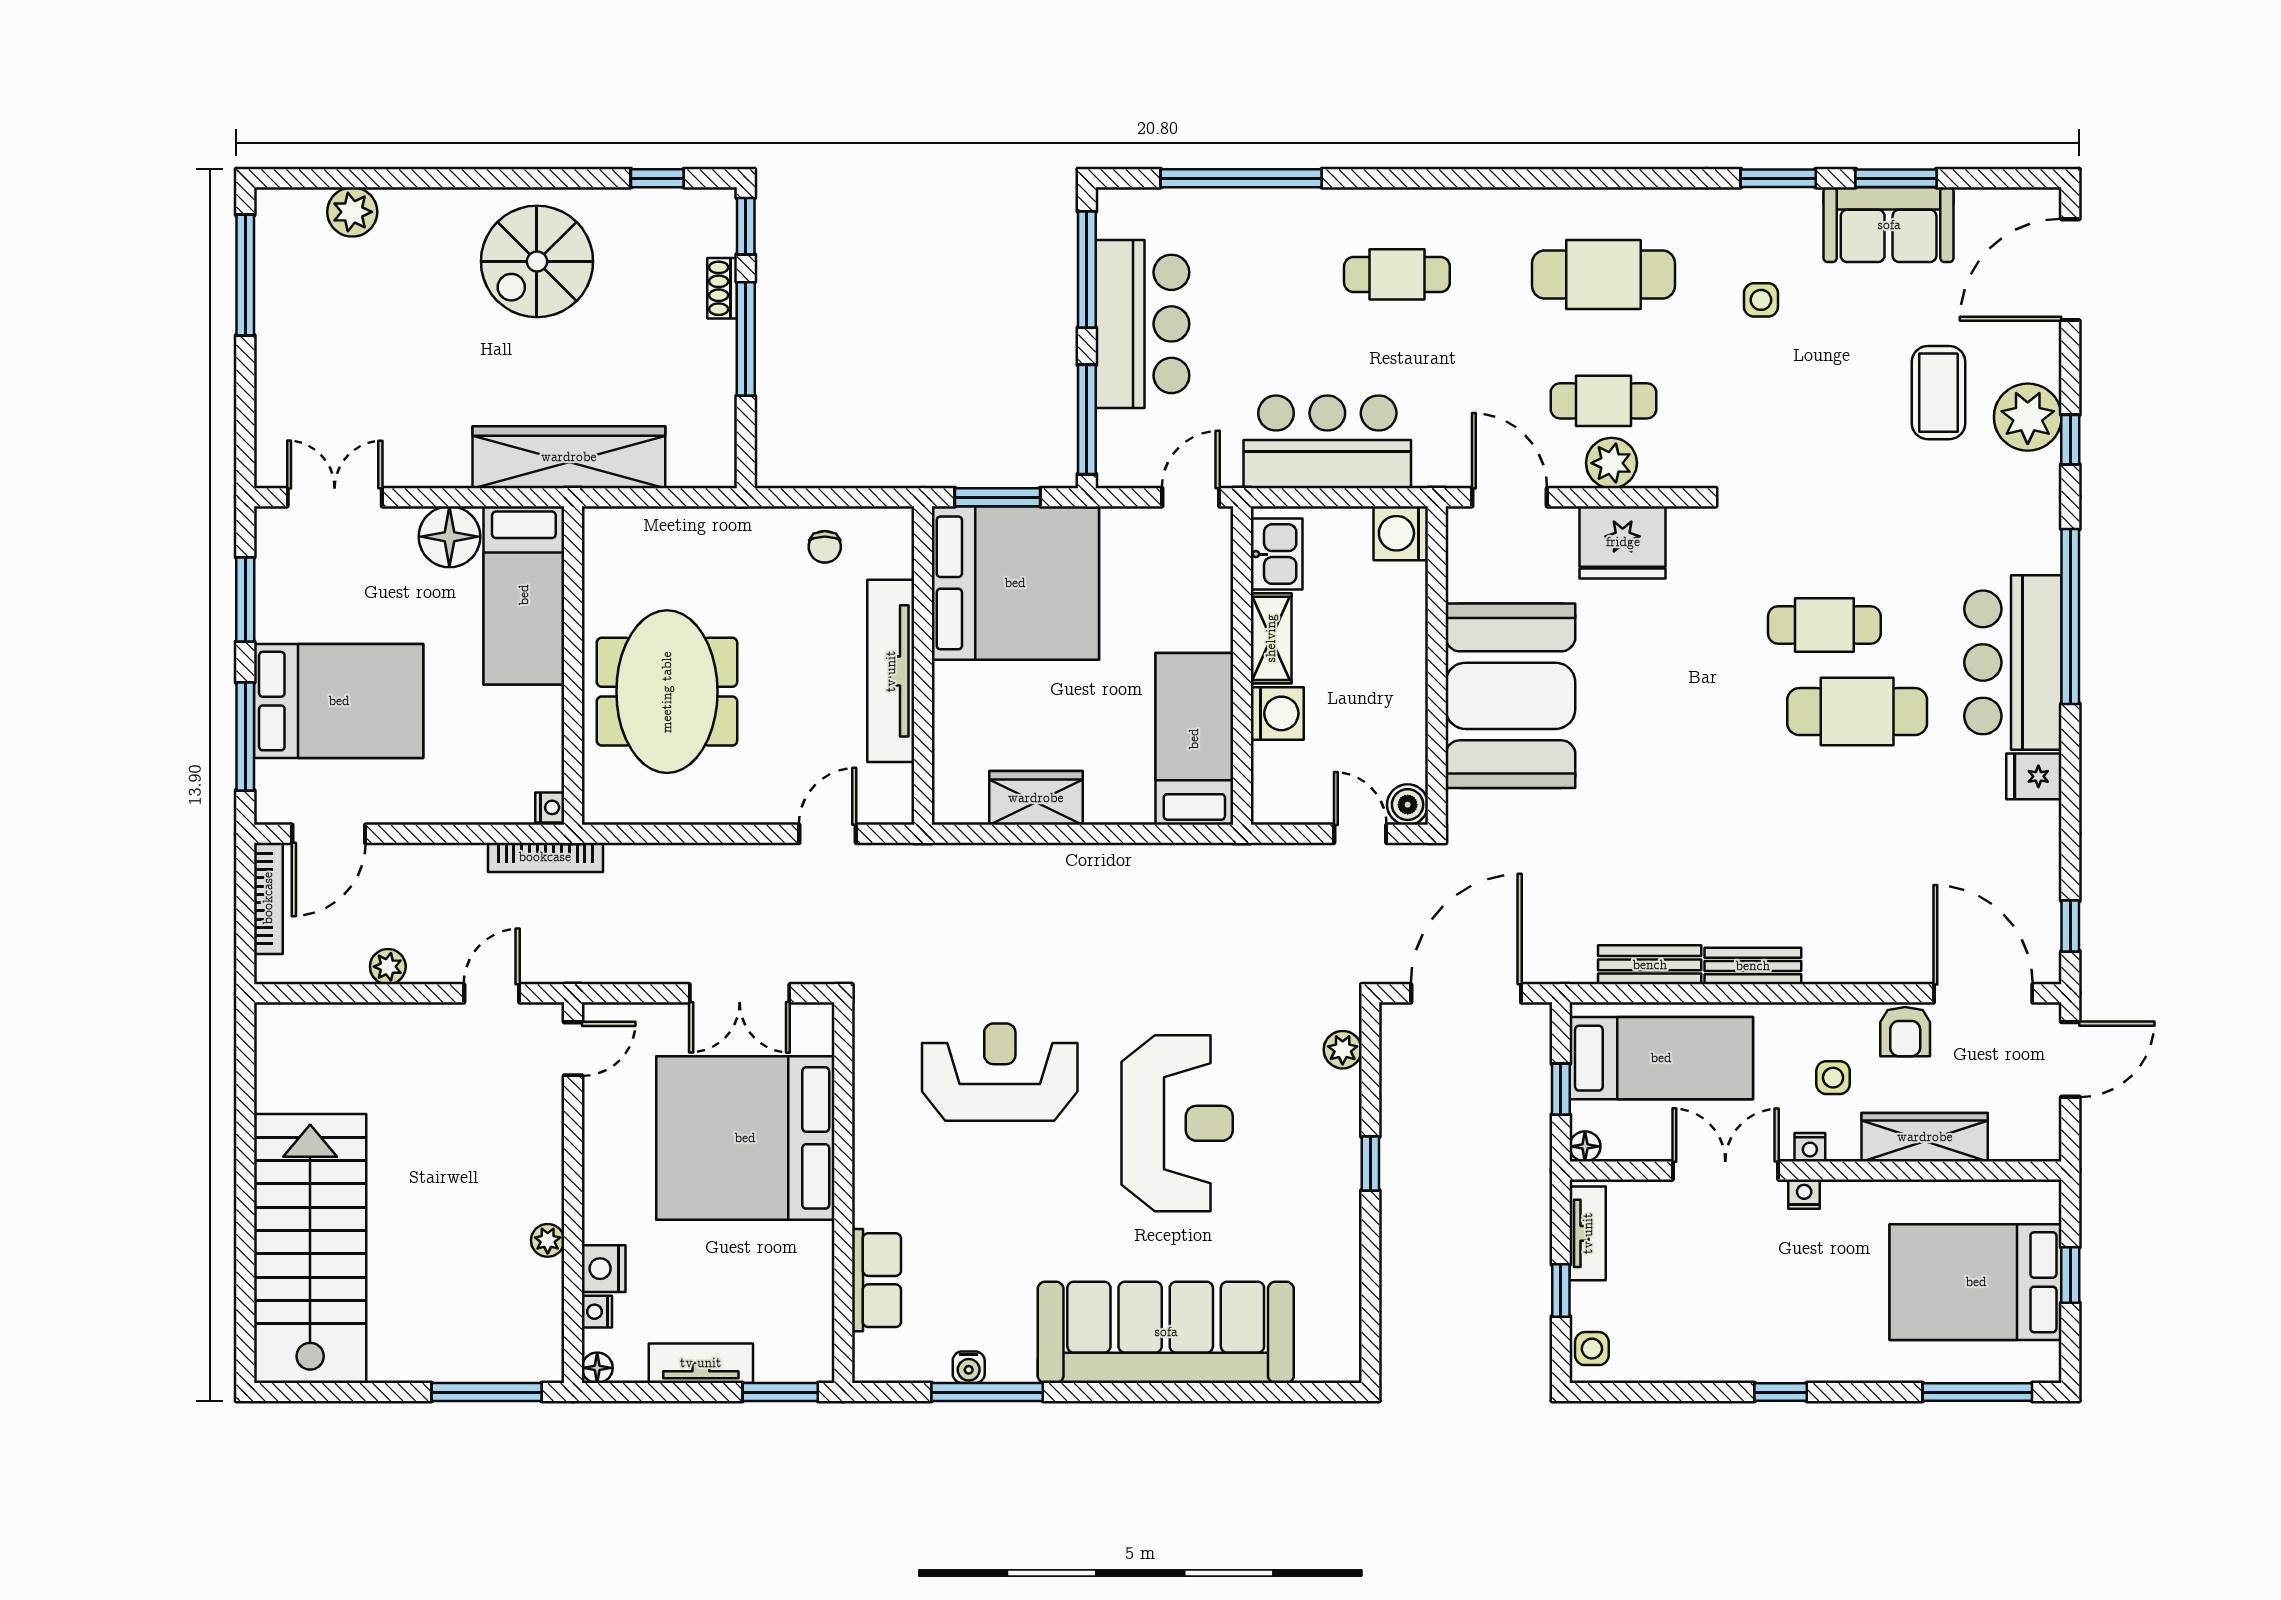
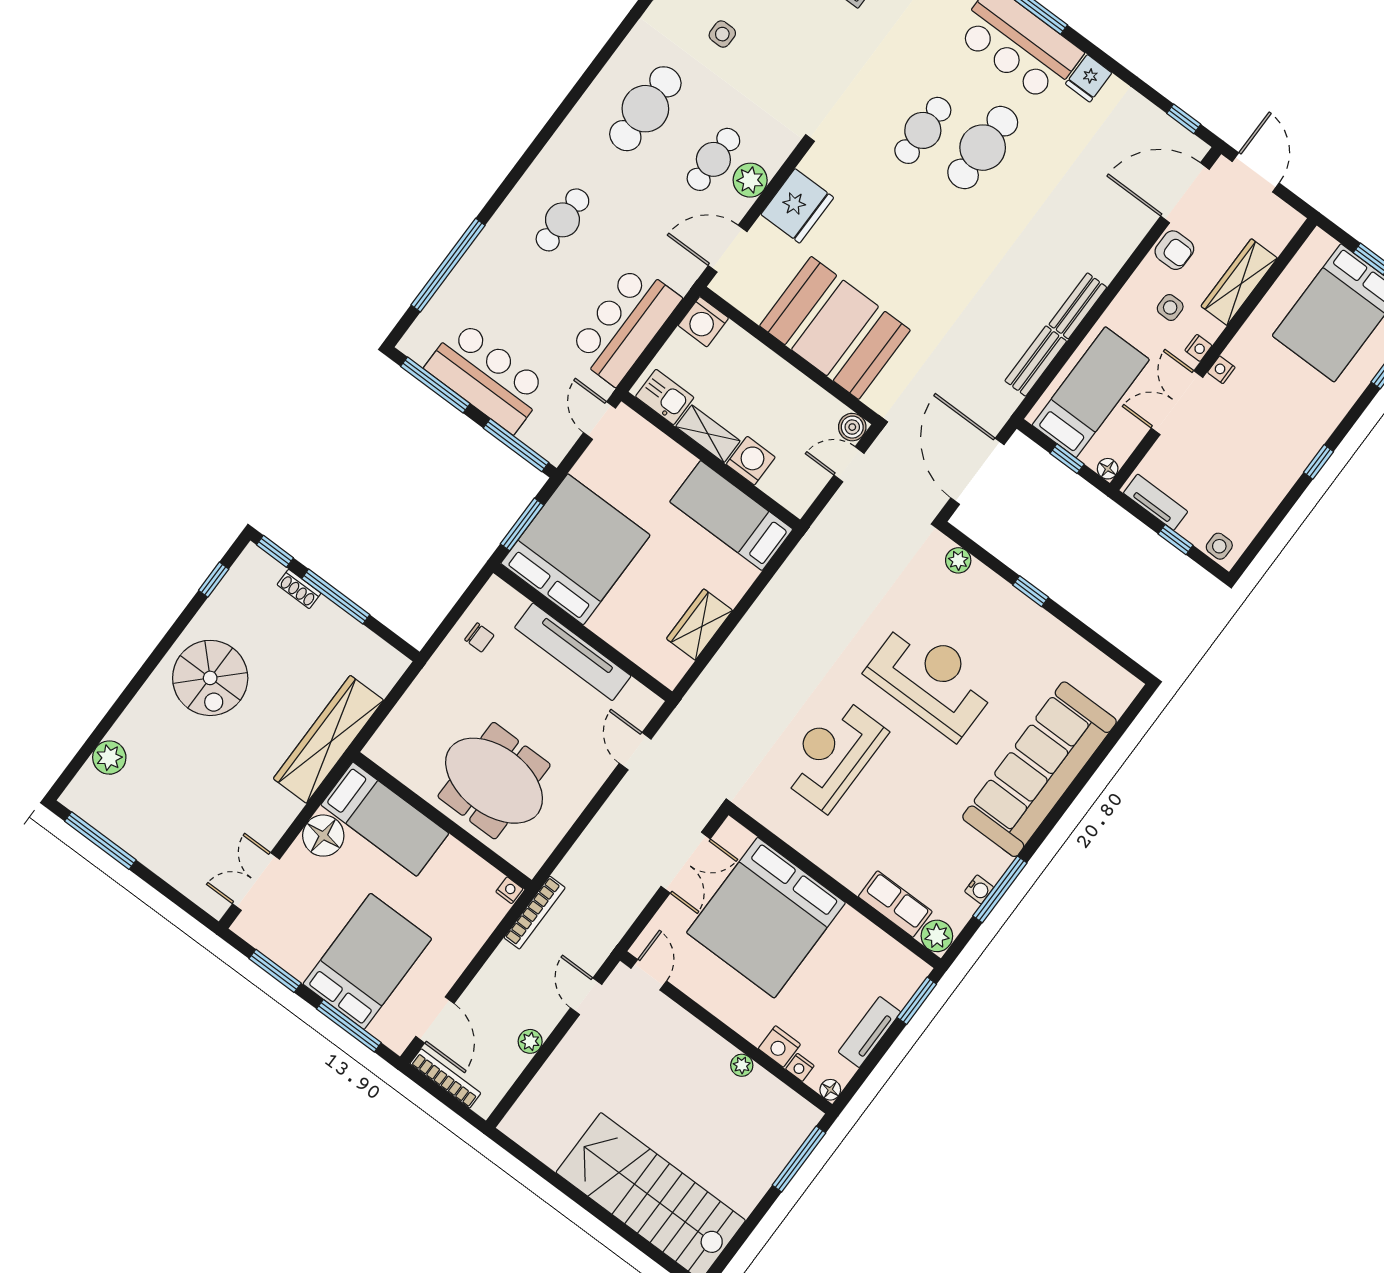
plant: (875, 1358) -> (937, 936), added

